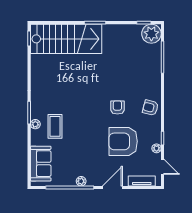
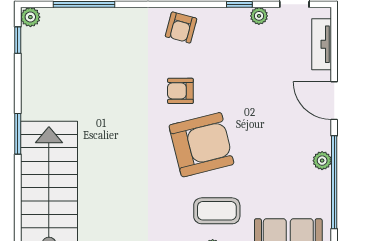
plant: (151, 34) -> (30, 17), width x0.53, depth x0.53
armchair: (123, 141) -> (201, 145), moved, turned -104

